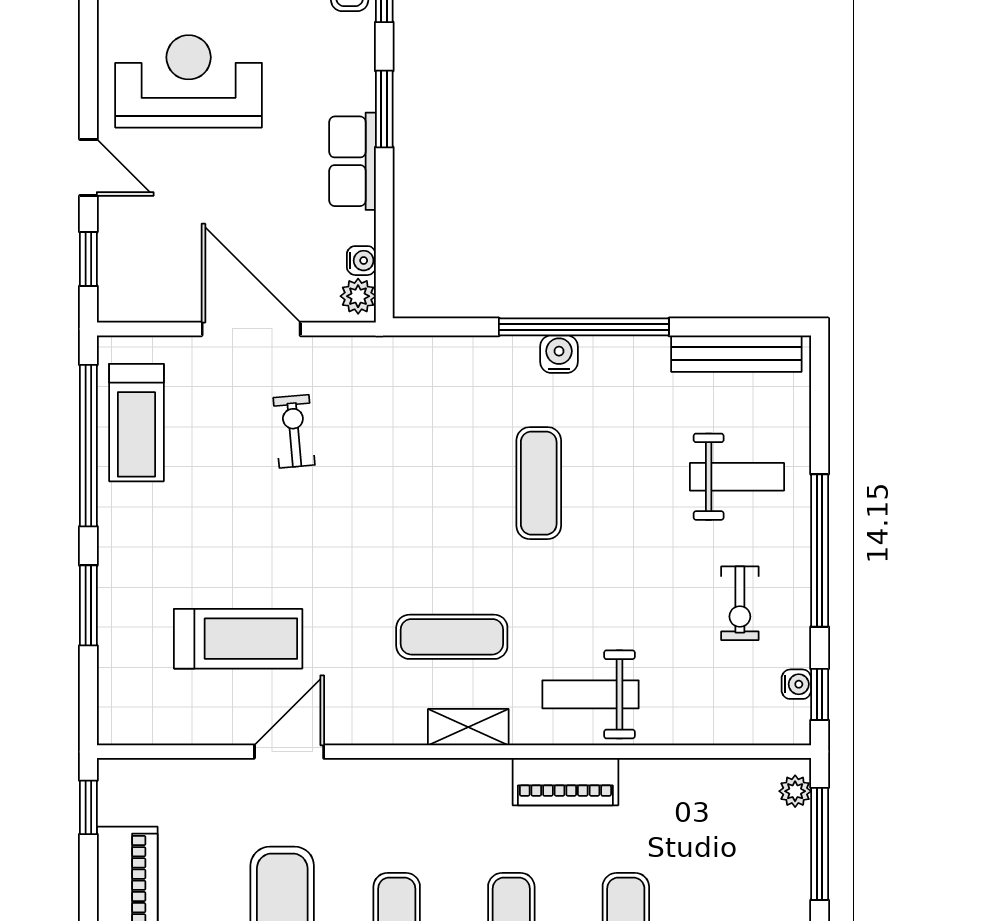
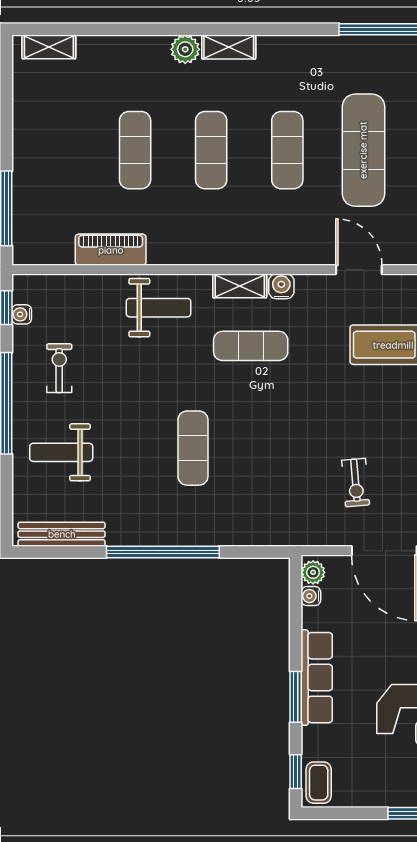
row of seats: (353, 161) -> (317, 678), width x1.48
water cooler: (559, 354) -> (281, 286), moved, turned 180
door: (289, 752) -> (359, 270), swing flipped
piano: (565, 782) -> (111, 250), moved
plant: (795, 791) -> (22, 243), removed

